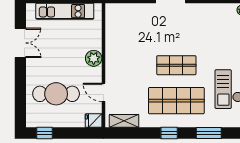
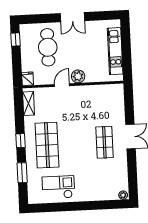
double door: (20, 43) -> (72, 17), moved
shop shelf: (176, 65) -> (104, 142), moved
door: (103, 92) -> (62, 85), moved

